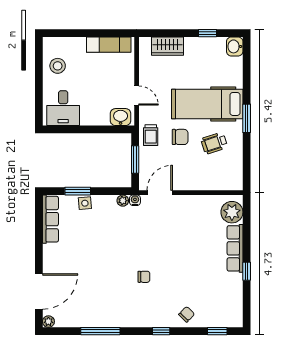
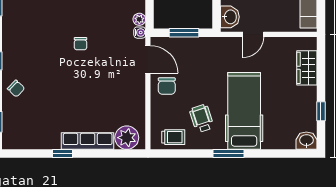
trolley: (151, 135) -> (173, 137), moved, turned 180
chair: (180, 137) -> (167, 86), moved
chair: (144, 277) -> (81, 44), moved

